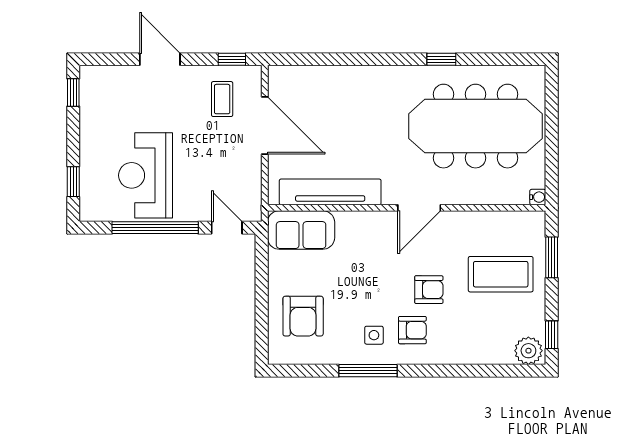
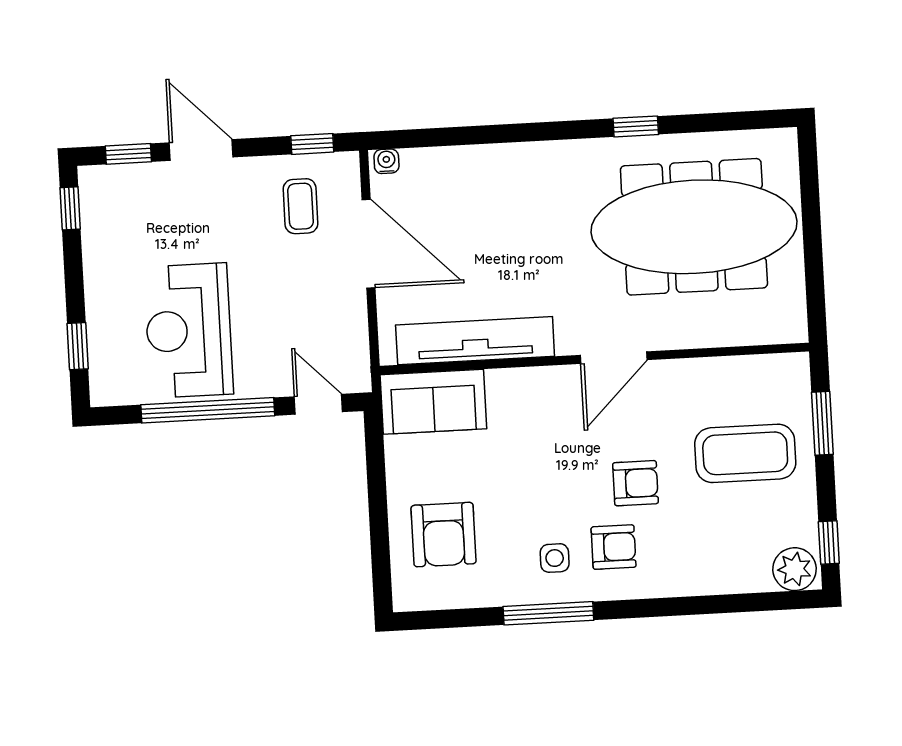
window: (113, 59) -> (128, 154), added
water cooler: (538, 197) -> (386, 161), moved, turned -90

